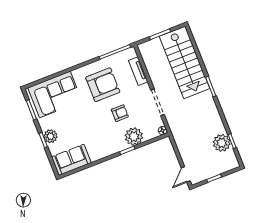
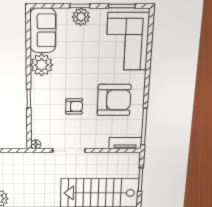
tv unit: (138, 71) -> (125, 143), moved
armchair: (103, 85) -> (114, 100), turned -90
armchair: (120, 113) -> (74, 106), turned -90
plant: (134, 136) -> (42, 65), moved

